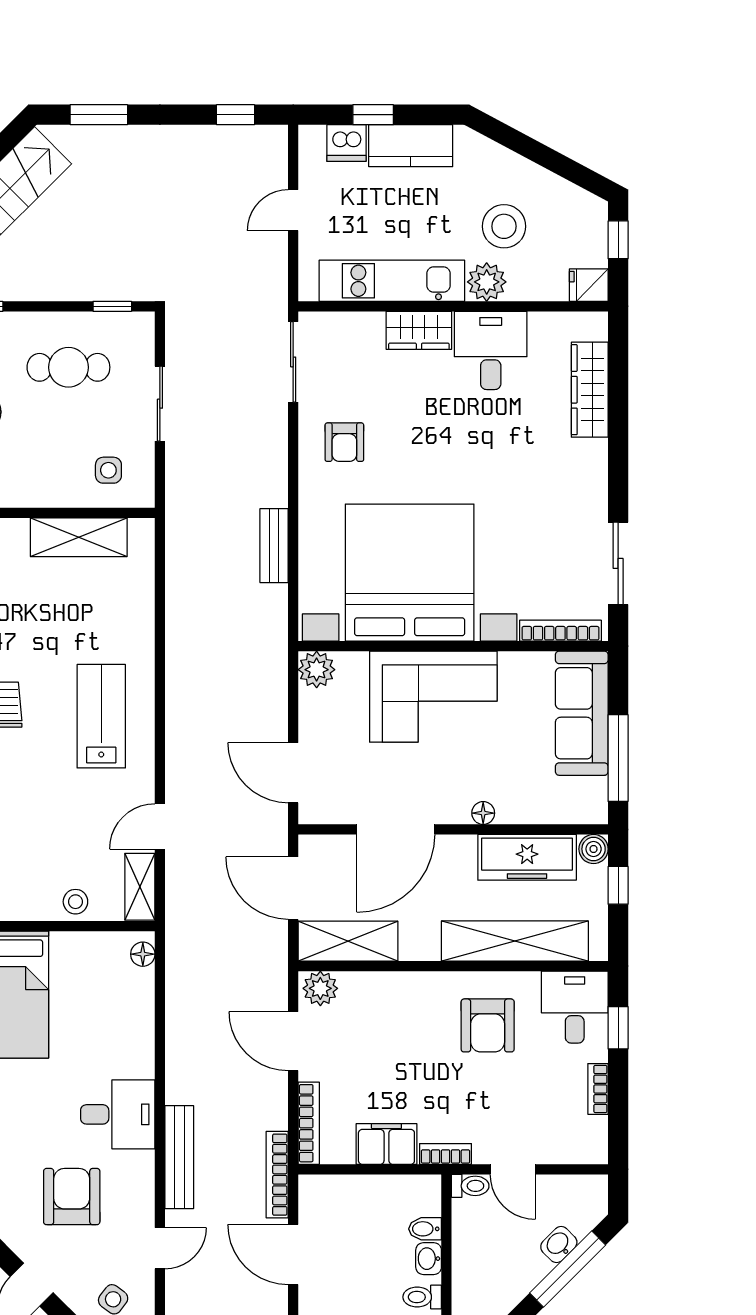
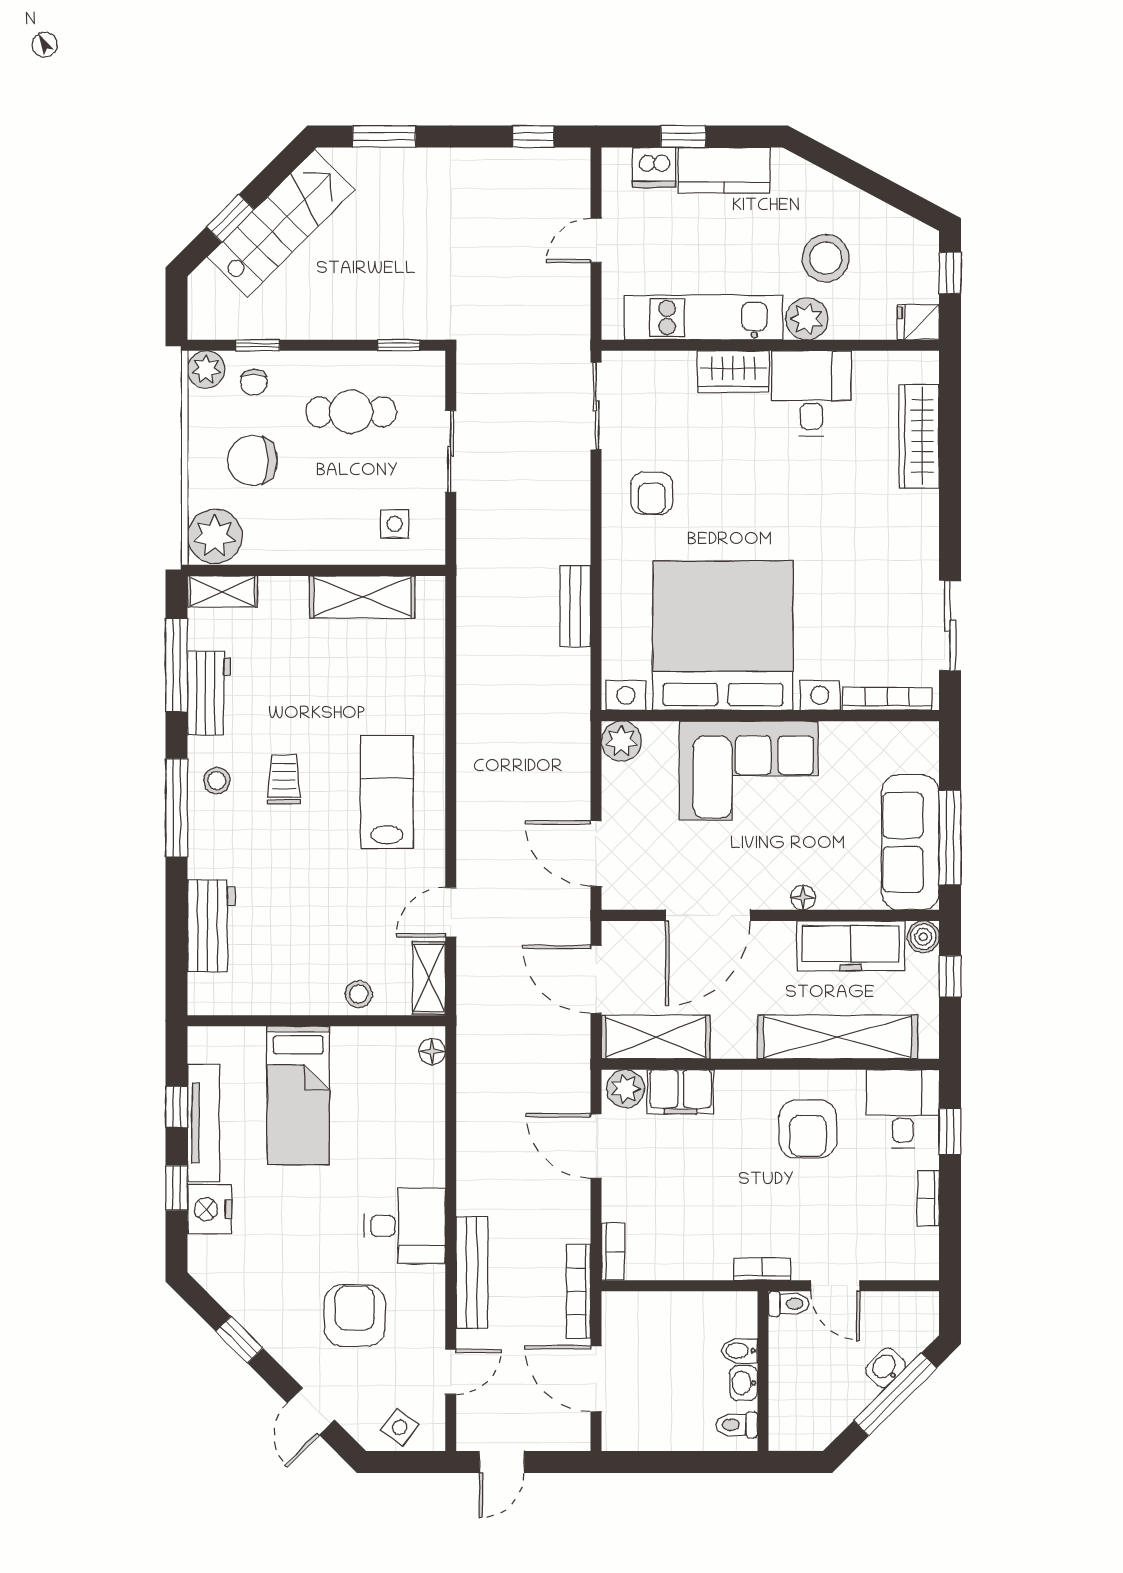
sofa: (582, 713) -> (910, 842), moved
bookcase: (309, 1123) -> (613, 1252), width x0.64
filing cabinet: (386, 1144) -> (681, 1092), moved, turned 180

